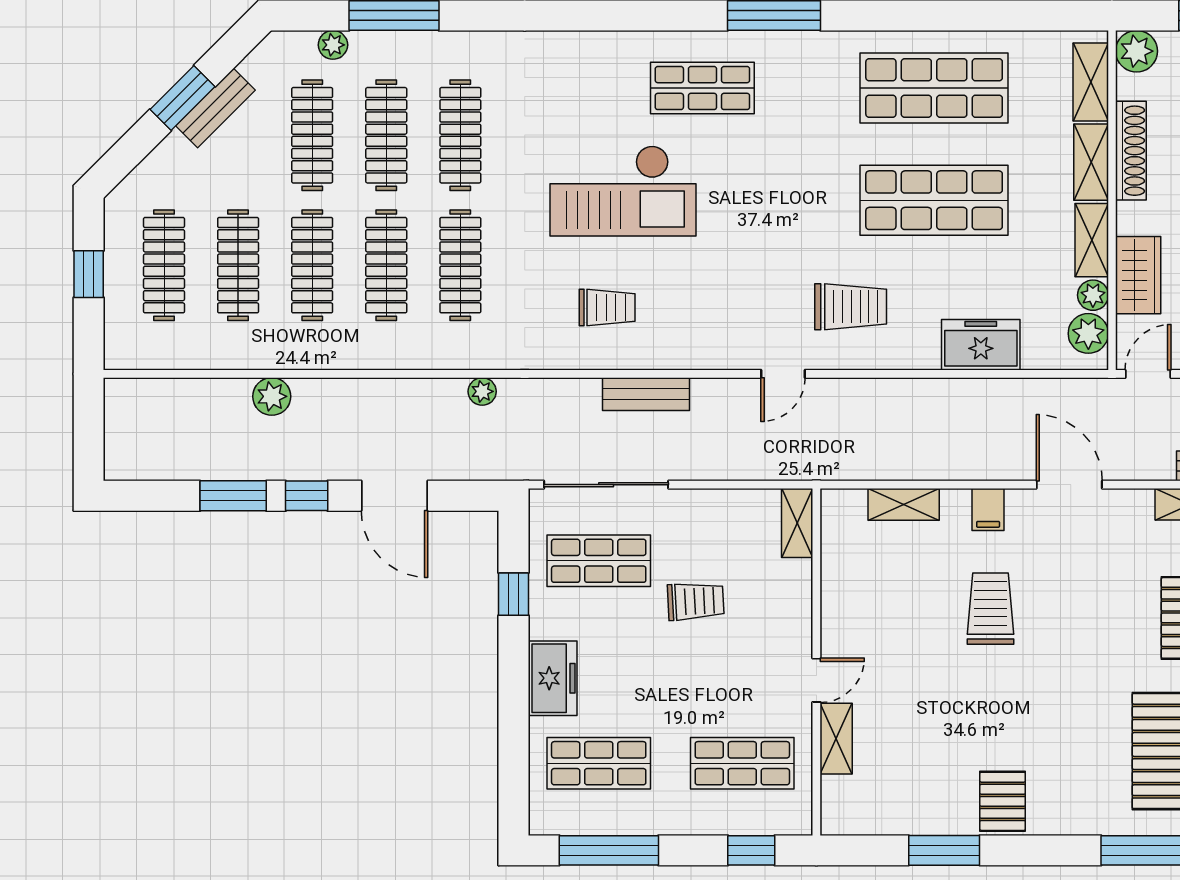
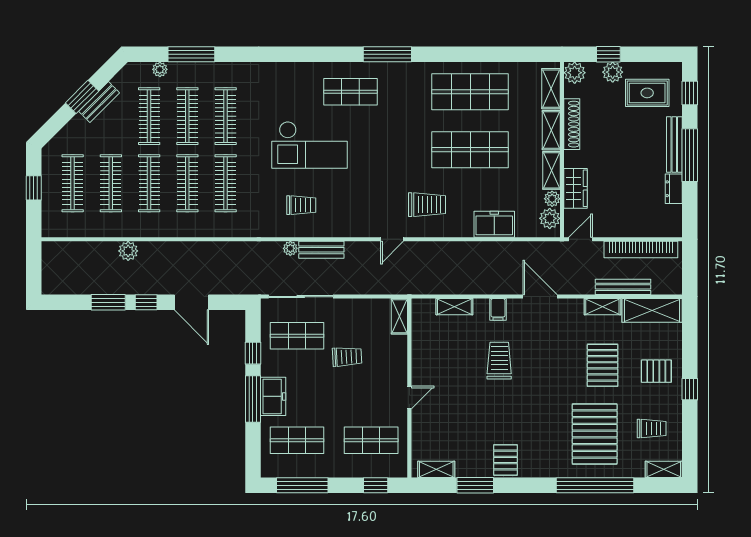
plant: (482, 391) -> (290, 248), moved
window: (513, 683) -> (253, 399), added
shelving: (836, 739) -> (436, 469), moved, turned 90

